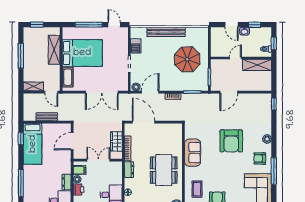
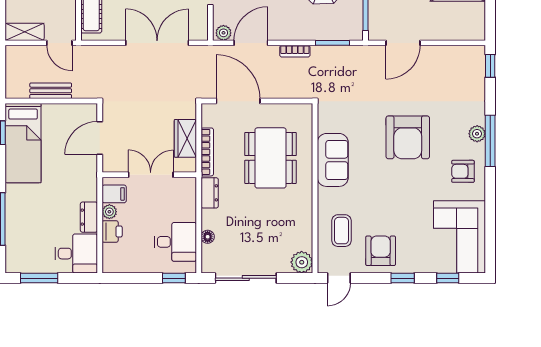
double door: (102, 92) -> (157, 43), swing flipped
dining table: (164, 170) -> (270, 158), moved
window: (274, 171) -> (490, 141), moved

